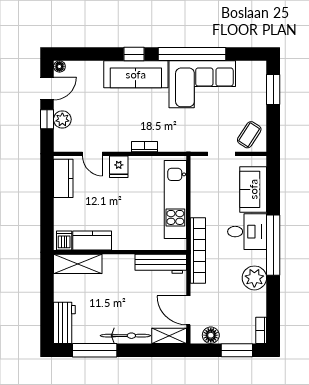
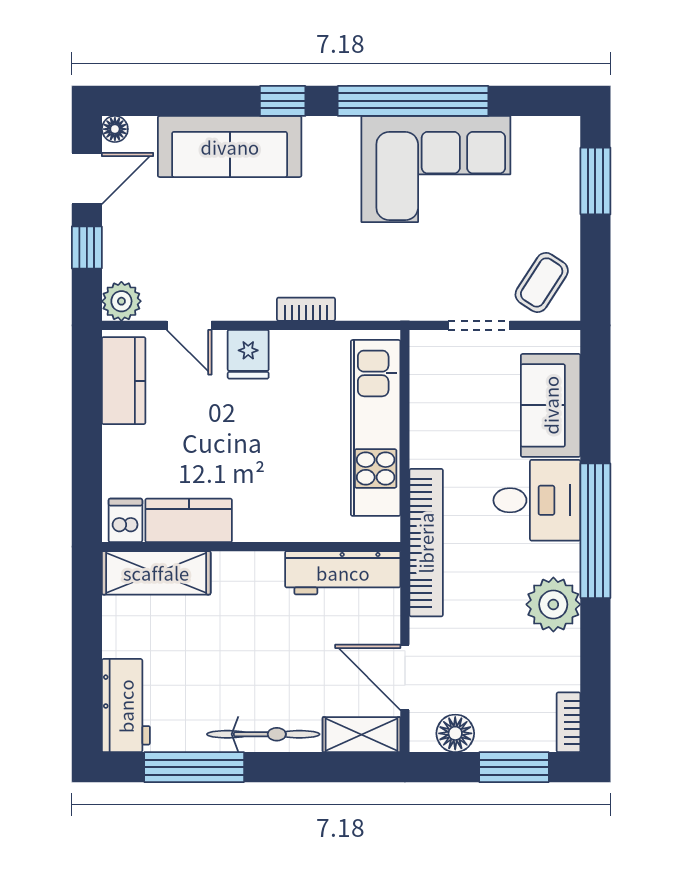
sofa: (136, 74) -> (230, 147), moved
plant: (62, 119) -> (121, 301), moved

